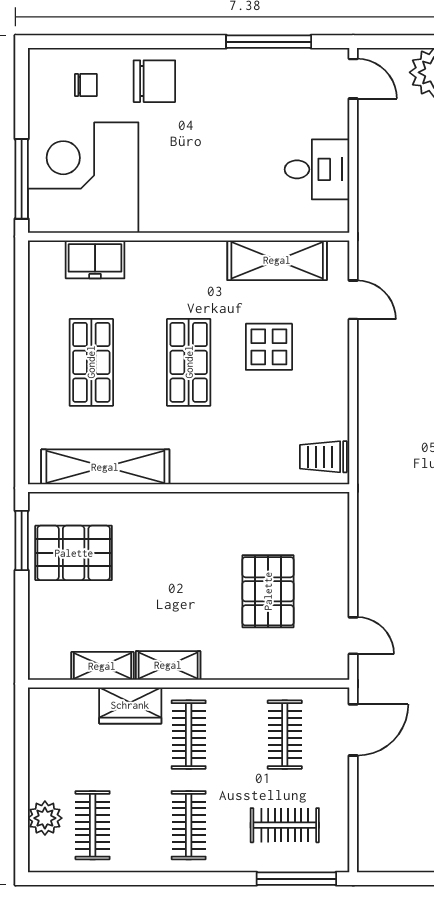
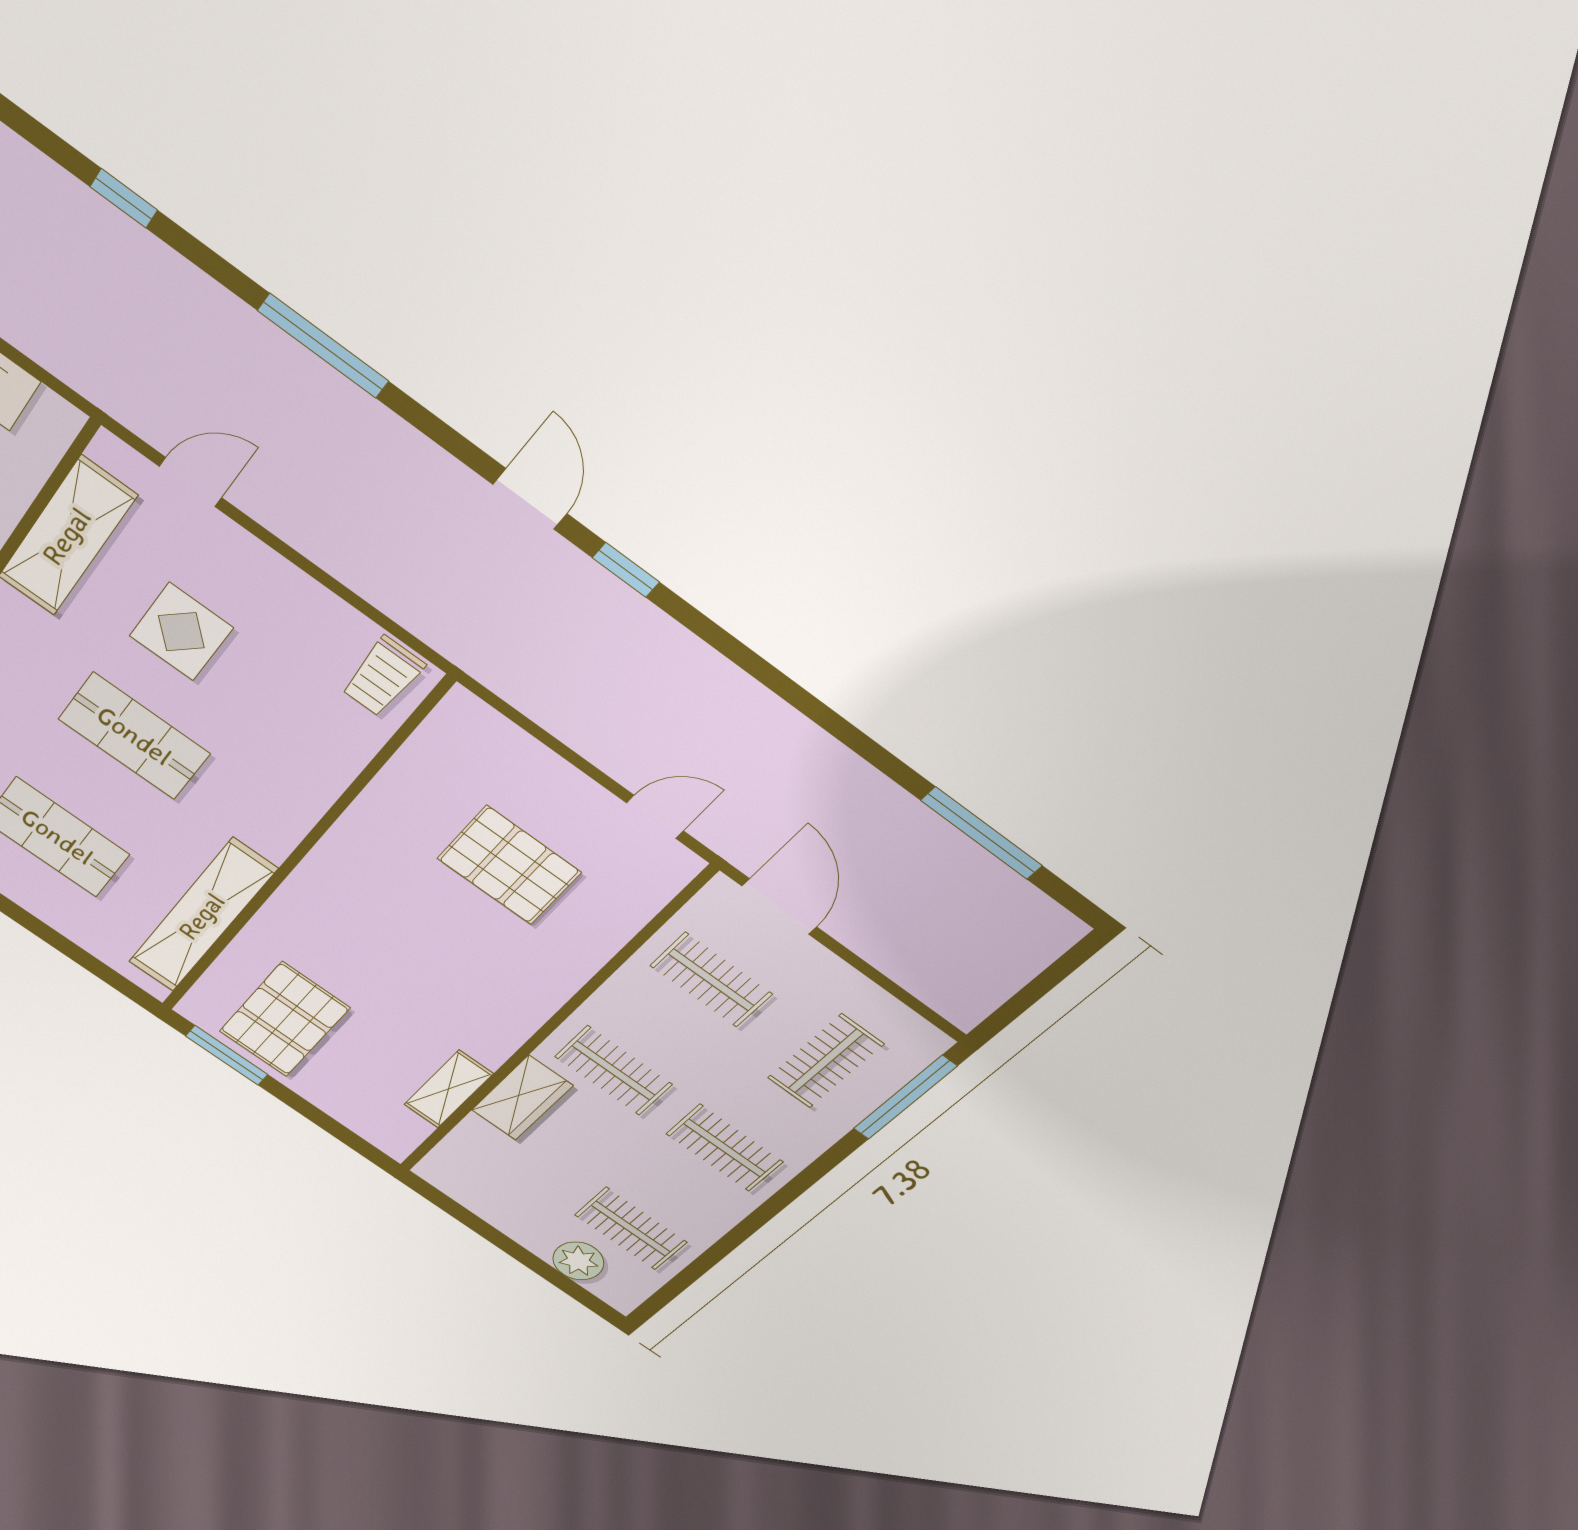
shelving: (168, 665) -> (508, 1029), removed

